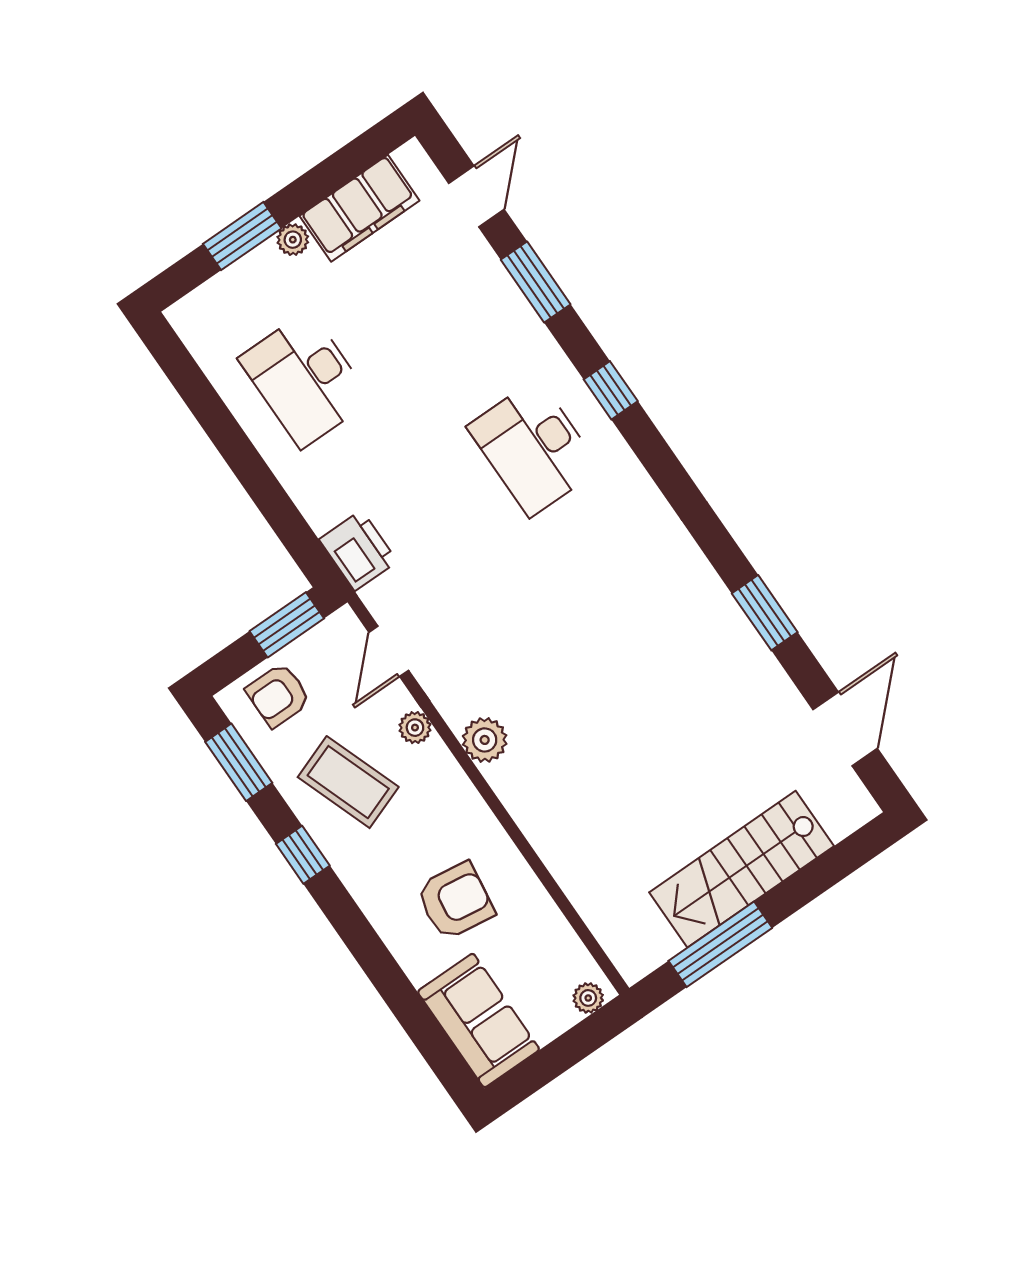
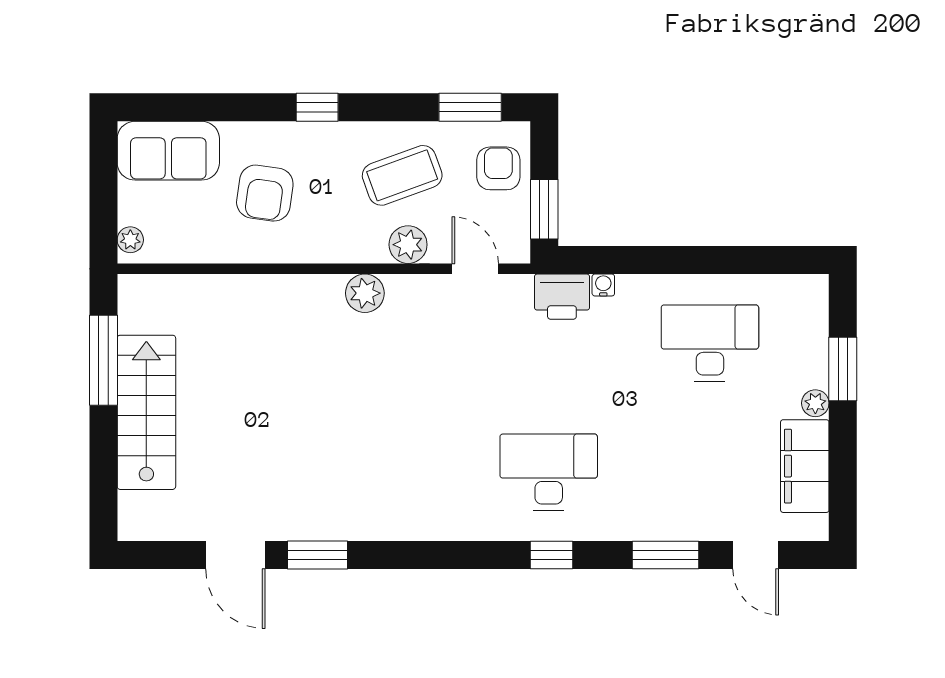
water cooler: (320, 519) -> (603, 285), added
plant: (415, 728) -> (408, 245), width x1.38, depth x1.38
door: (845, 729) -> (235, 555), moved
window: (303, 855) -> (317, 107), moved

